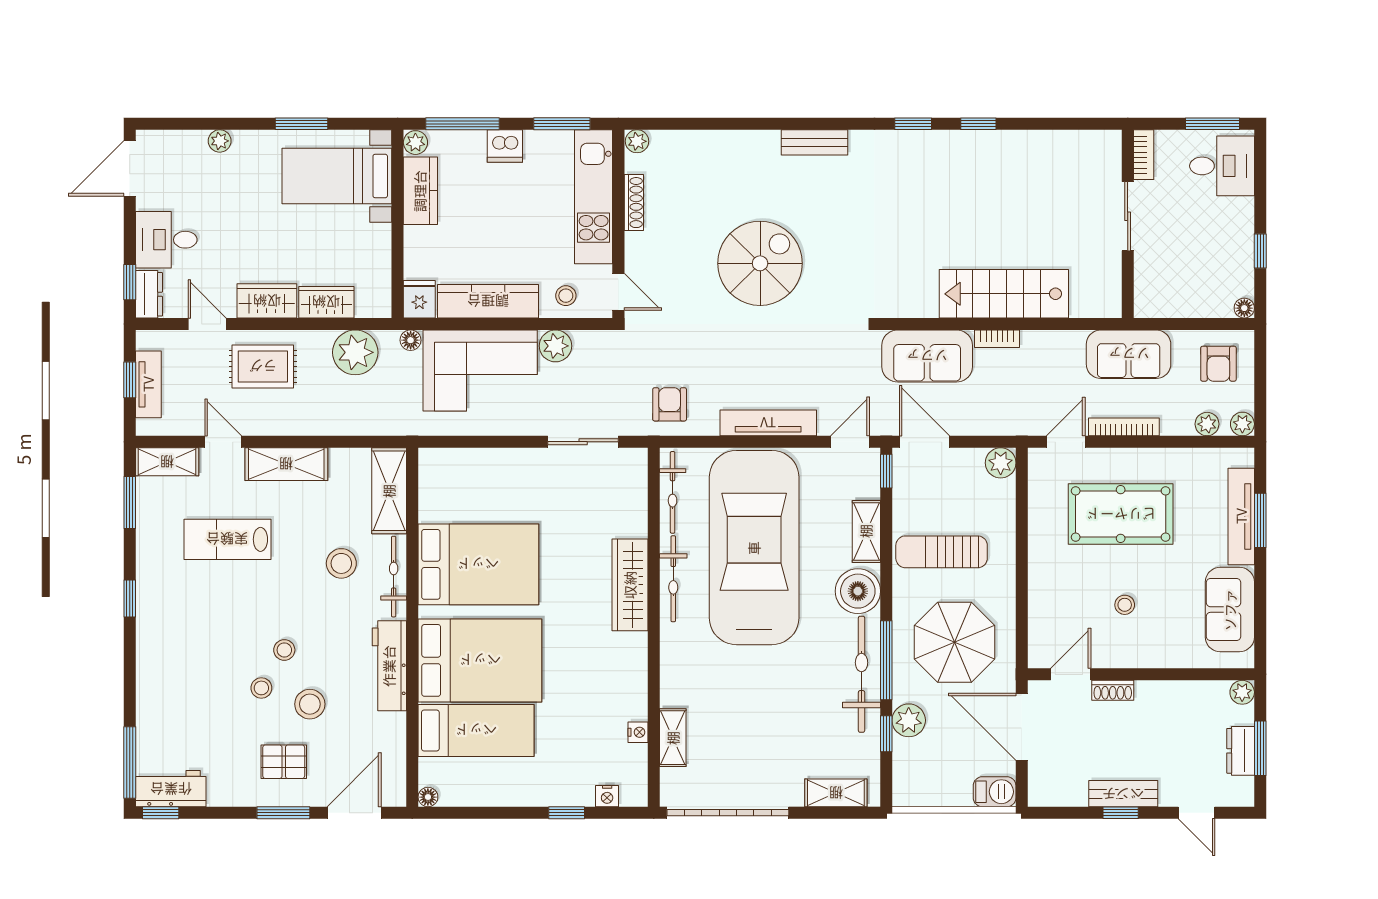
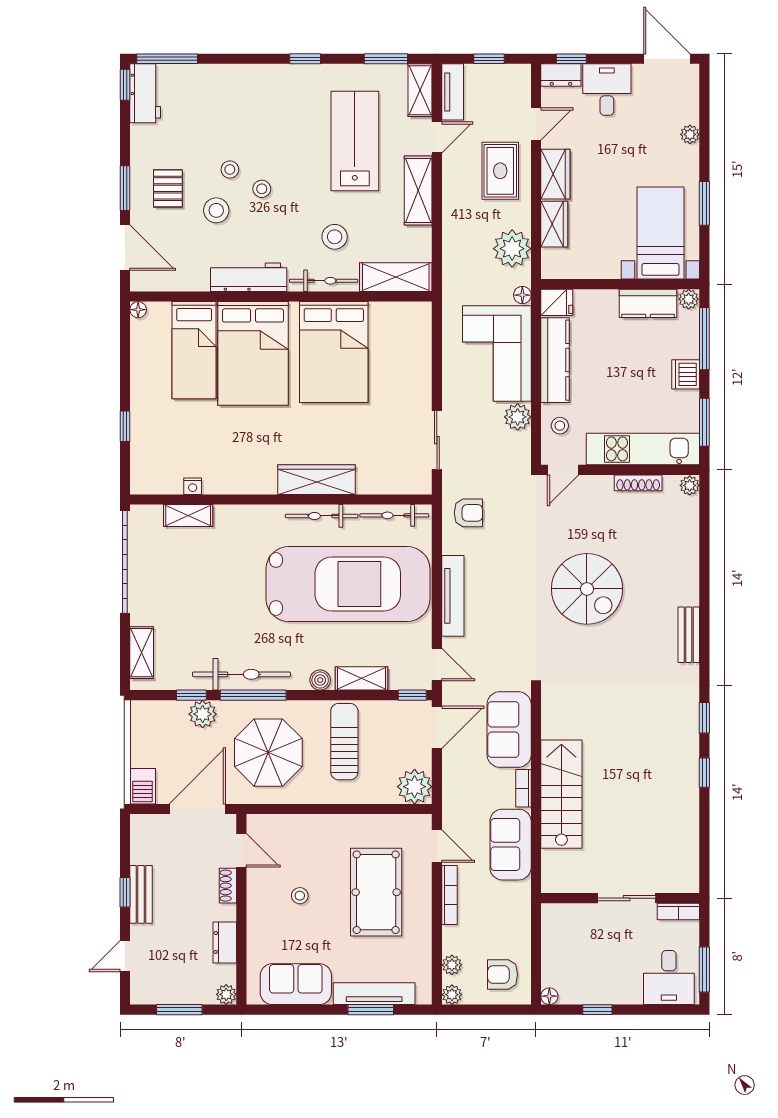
sofa: (1129, 354) -> (511, 845), moved
tv unit: (148, 384) -> (453, 92), moved, turned -90
plant: (1001, 463) -> (415, 787), width x1.36, depth x1.36
lab bench: (227, 539) -> (355, 141), width x1.36, depth x1.39
boiler: (858, 591) -> (320, 680), width x0.54, depth x0.54
dresser: (1241, 751) -> (225, 942), moved, turned -90
nightstand: (607, 796) -> (139, 460), removed

